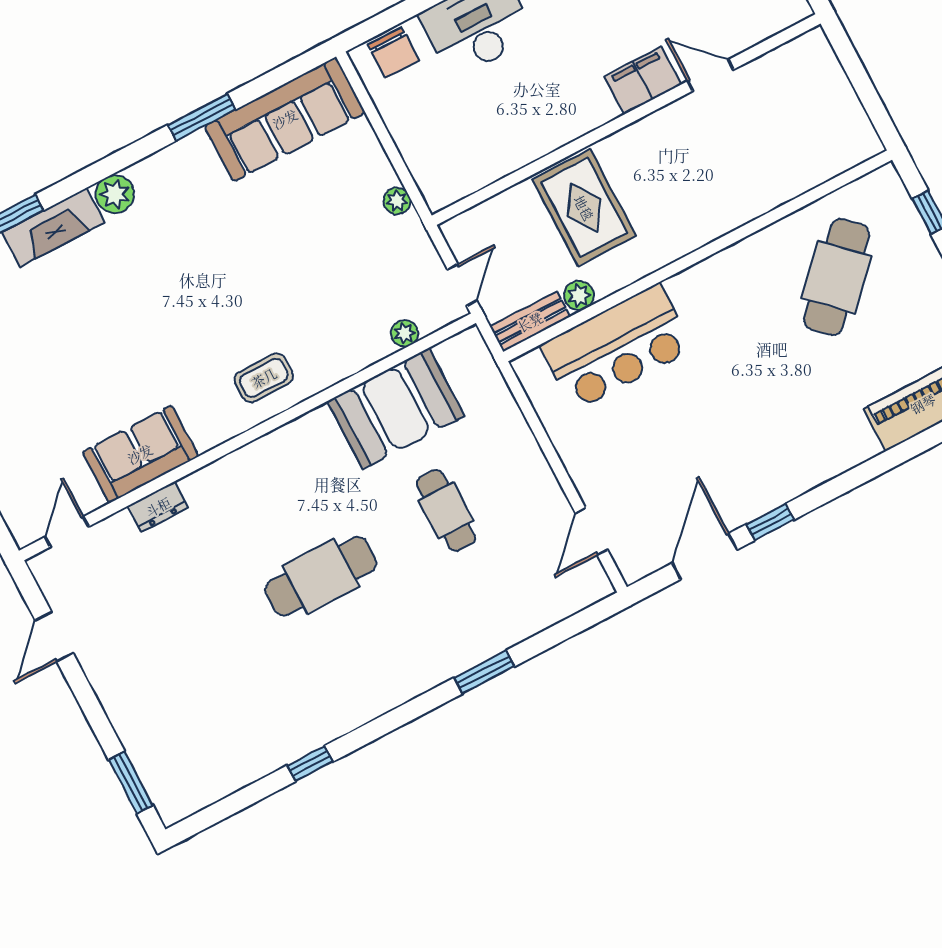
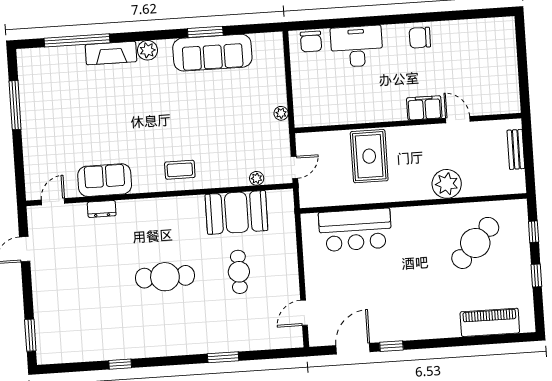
sofa: (285, 119) -> (212, 53), moved
plant: (579, 296) -> (447, 184), moved, width x1.88, depth x1.88
bench: (530, 322) -> (516, 149), moved, turned 90

